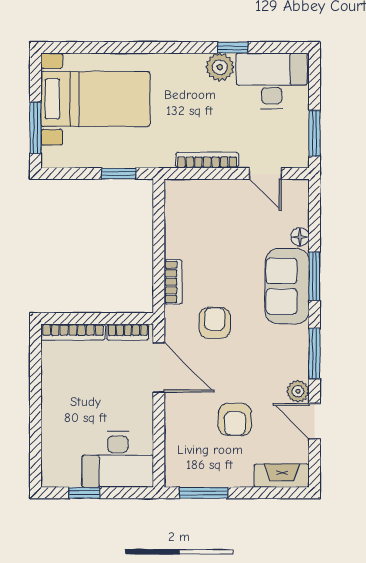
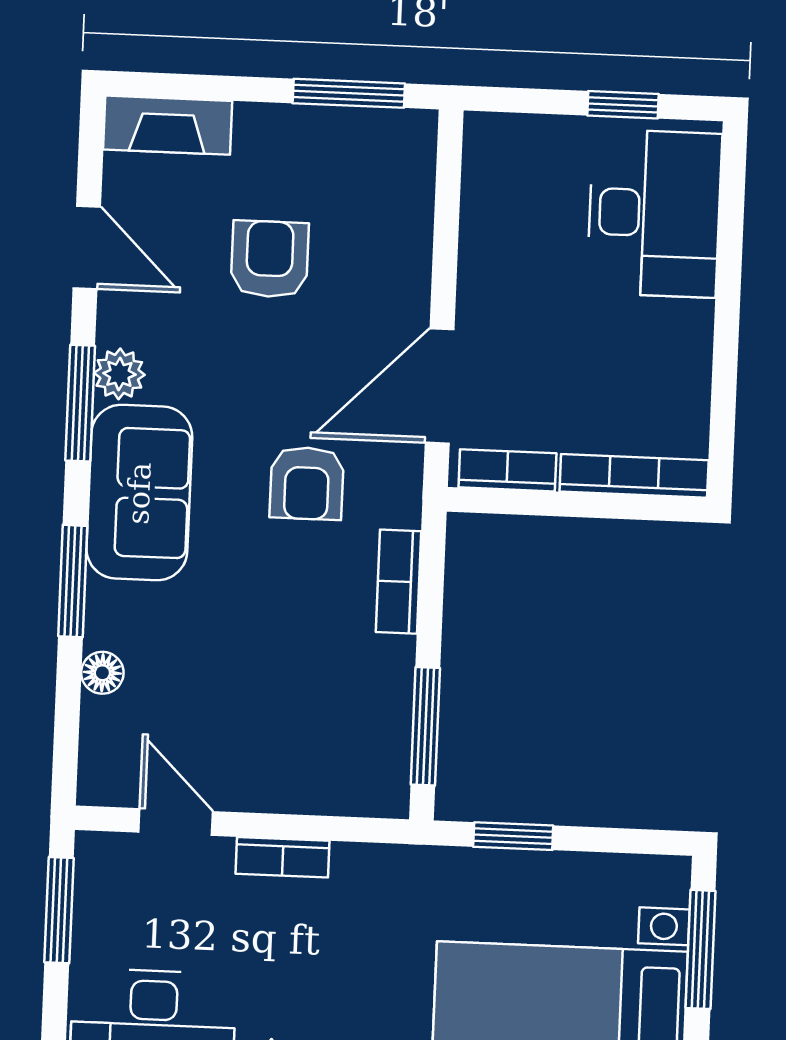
bookcase: (207, 160) -> (283, 857), width x0.64
window: (159, 220) -> (425, 726), added
sofa: (287, 286) -> (139, 493), moved
door: (159, 368) -> (440, 386), hinge flipped
plant: (298, 391) -> (119, 374), moved
desk: (118, 459) -> (654, 213), moved, turned 90

